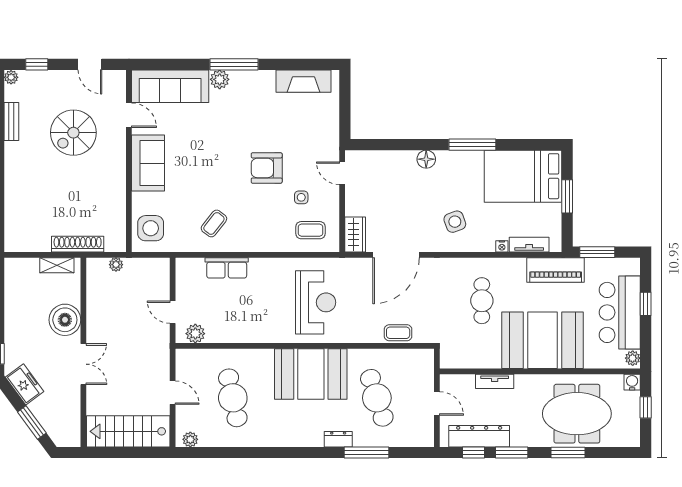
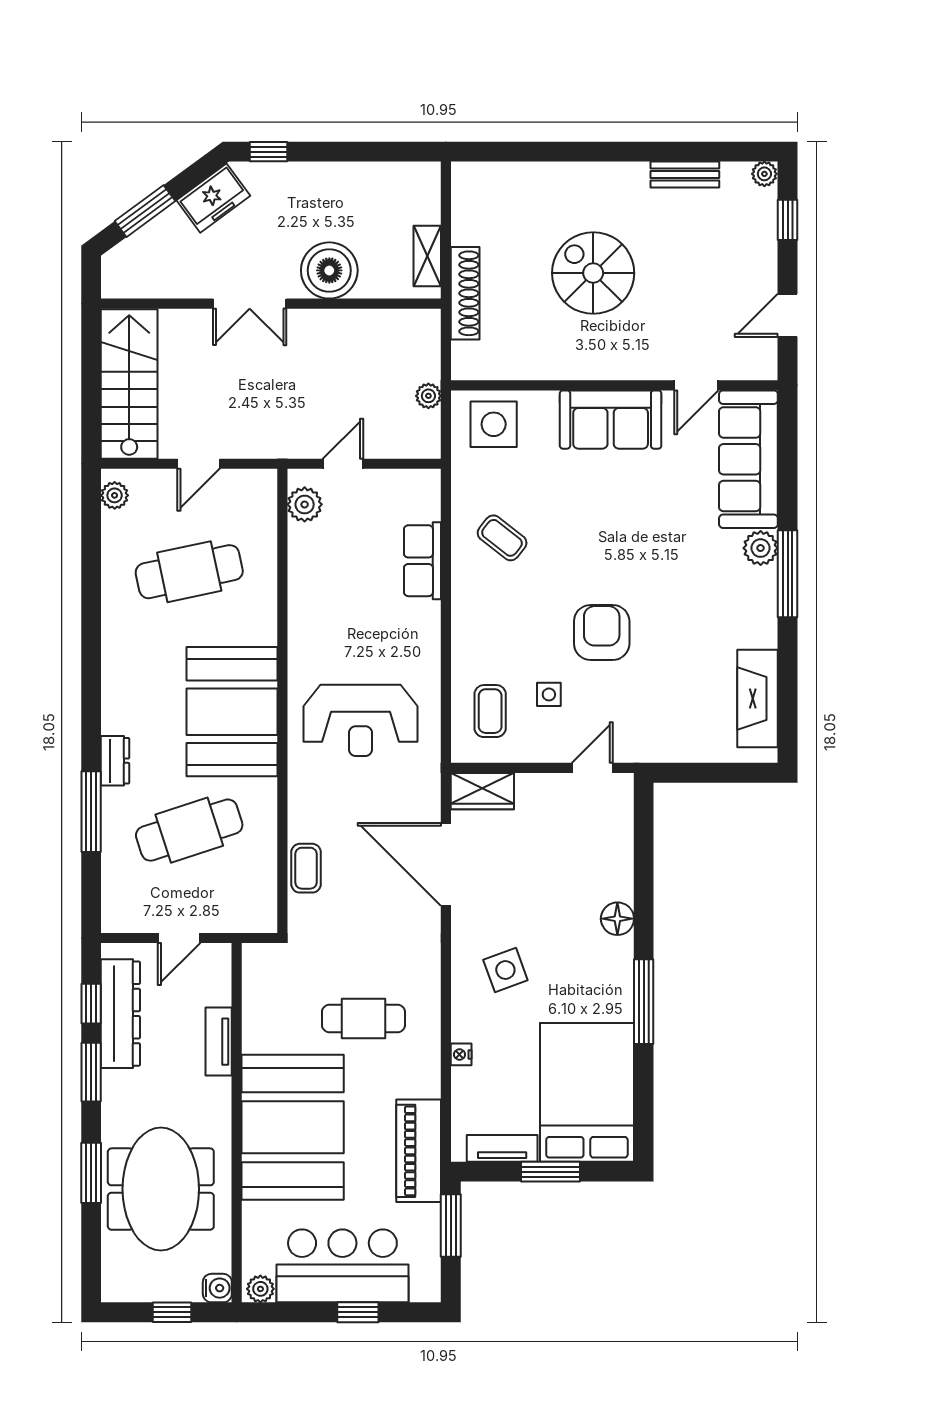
spiral stairs: (73, 133) -> (593, 273), moved
tv unit: (529, 245) -> (502, 1148), moved, turned -90
plant: (116, 265) -> (428, 396), moved

